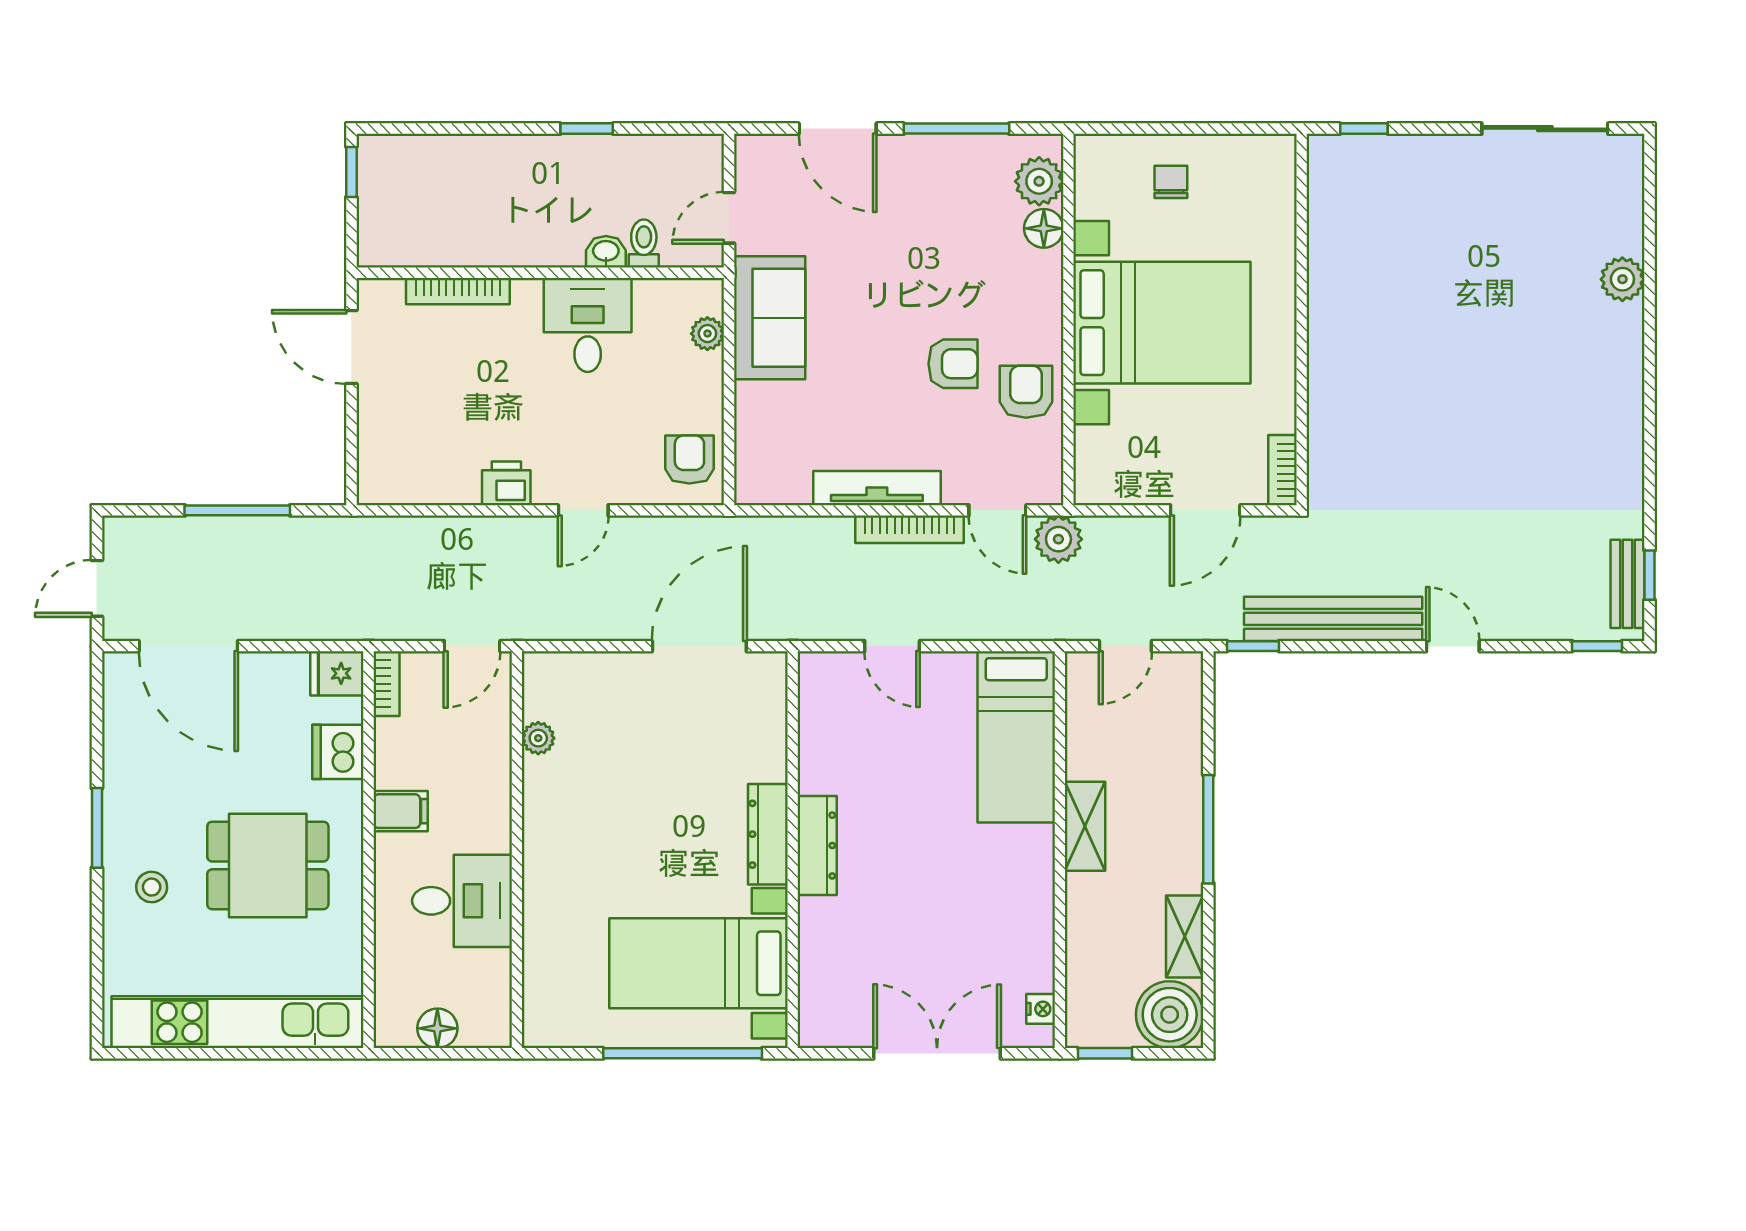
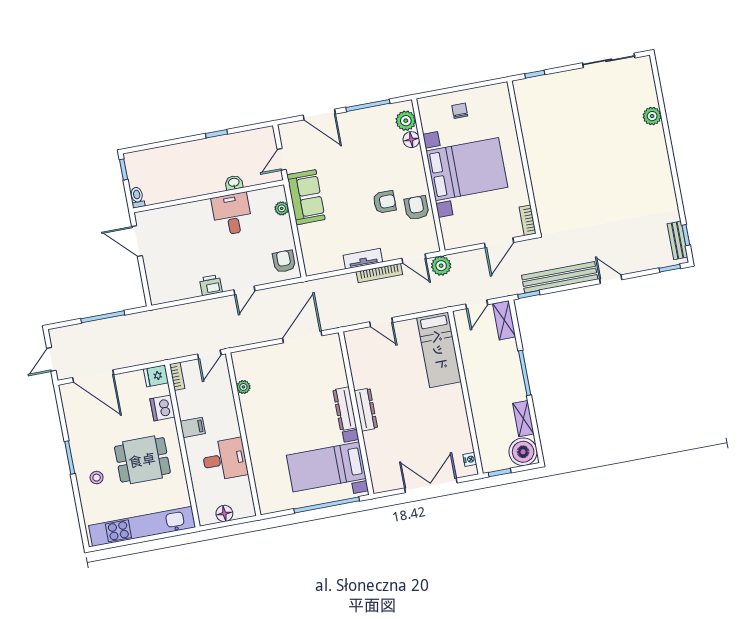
toilet: (644, 244) -> (137, 197), moved
bookcase: (458, 291) -> (176, 210), removed
tv unit: (877, 488) -> (363, 259), width x0.71
shelving: (1085, 826) -> (504, 320), moved

